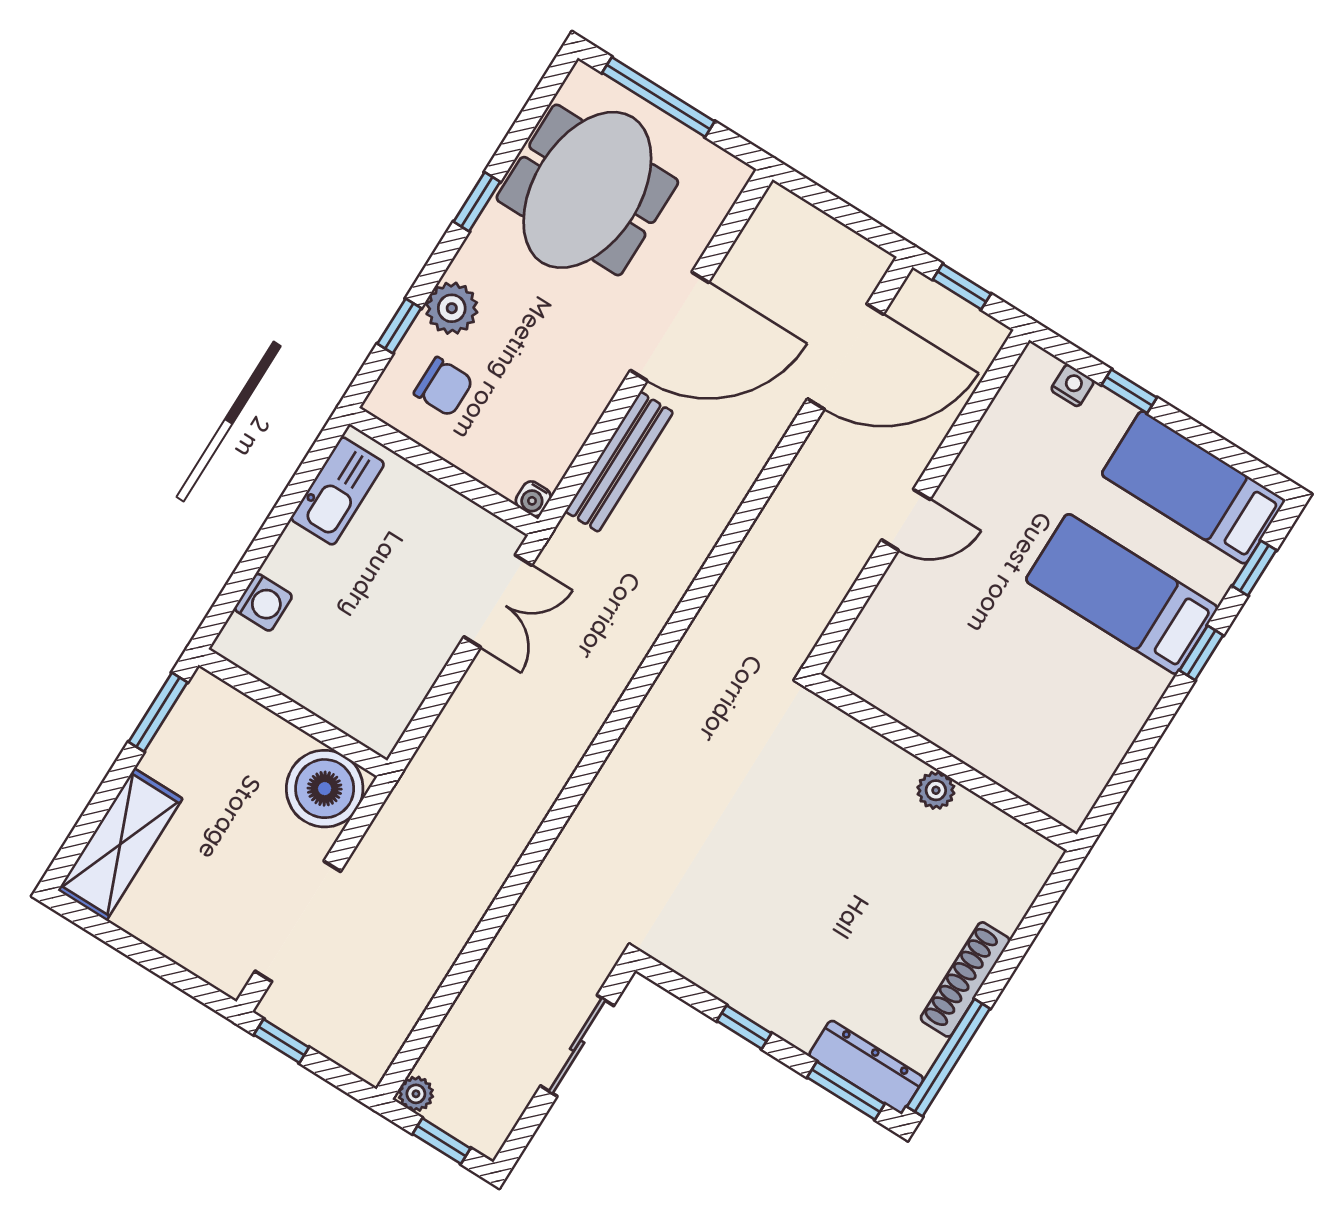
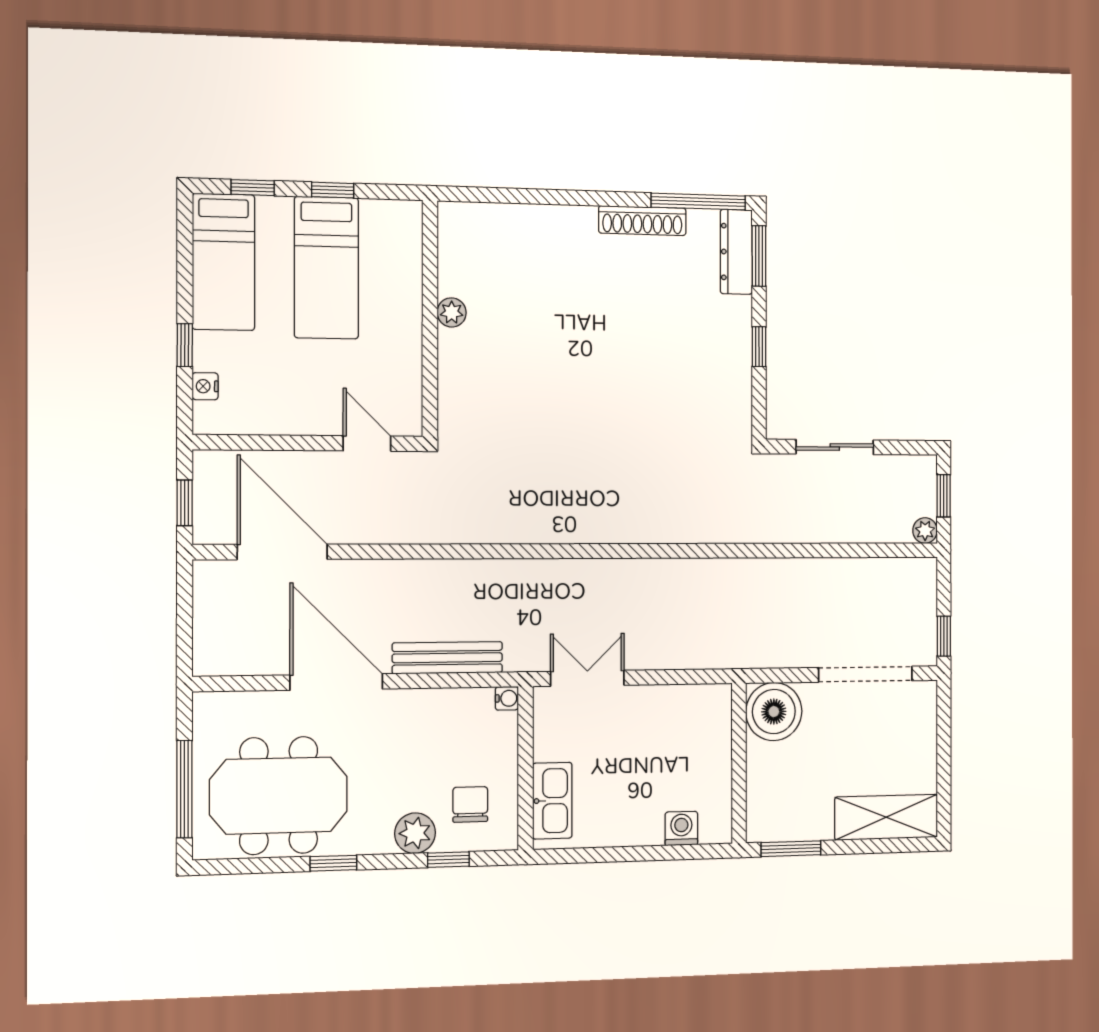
kitchen sink: (338, 491) -> (552, 801), moved, turned 90
wall: (944, 762) -> (430, 318), moved
plant: (936, 790) -> (452, 312), moved

